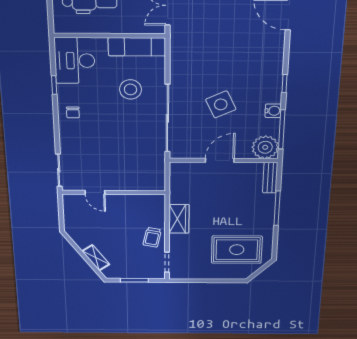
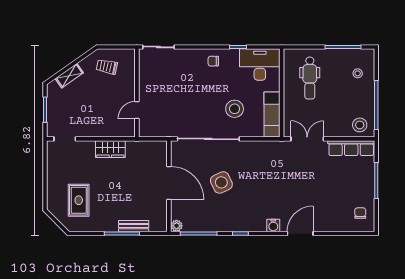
water cooler: (273, 111) -> (273, 225), moved
plant: (265, 147) -> (176, 226), width x0.53, depth x0.53
door: (220, 160) -> (169, 183), width x1.36
bench: (270, 178) -> (134, 226), moved
door: (95, 192) -> (137, 110), moved
trolley: (152, 237) -> (107, 67), moved
rug: (237, 250) -> (79, 200), width x0.73, depth x0.70

